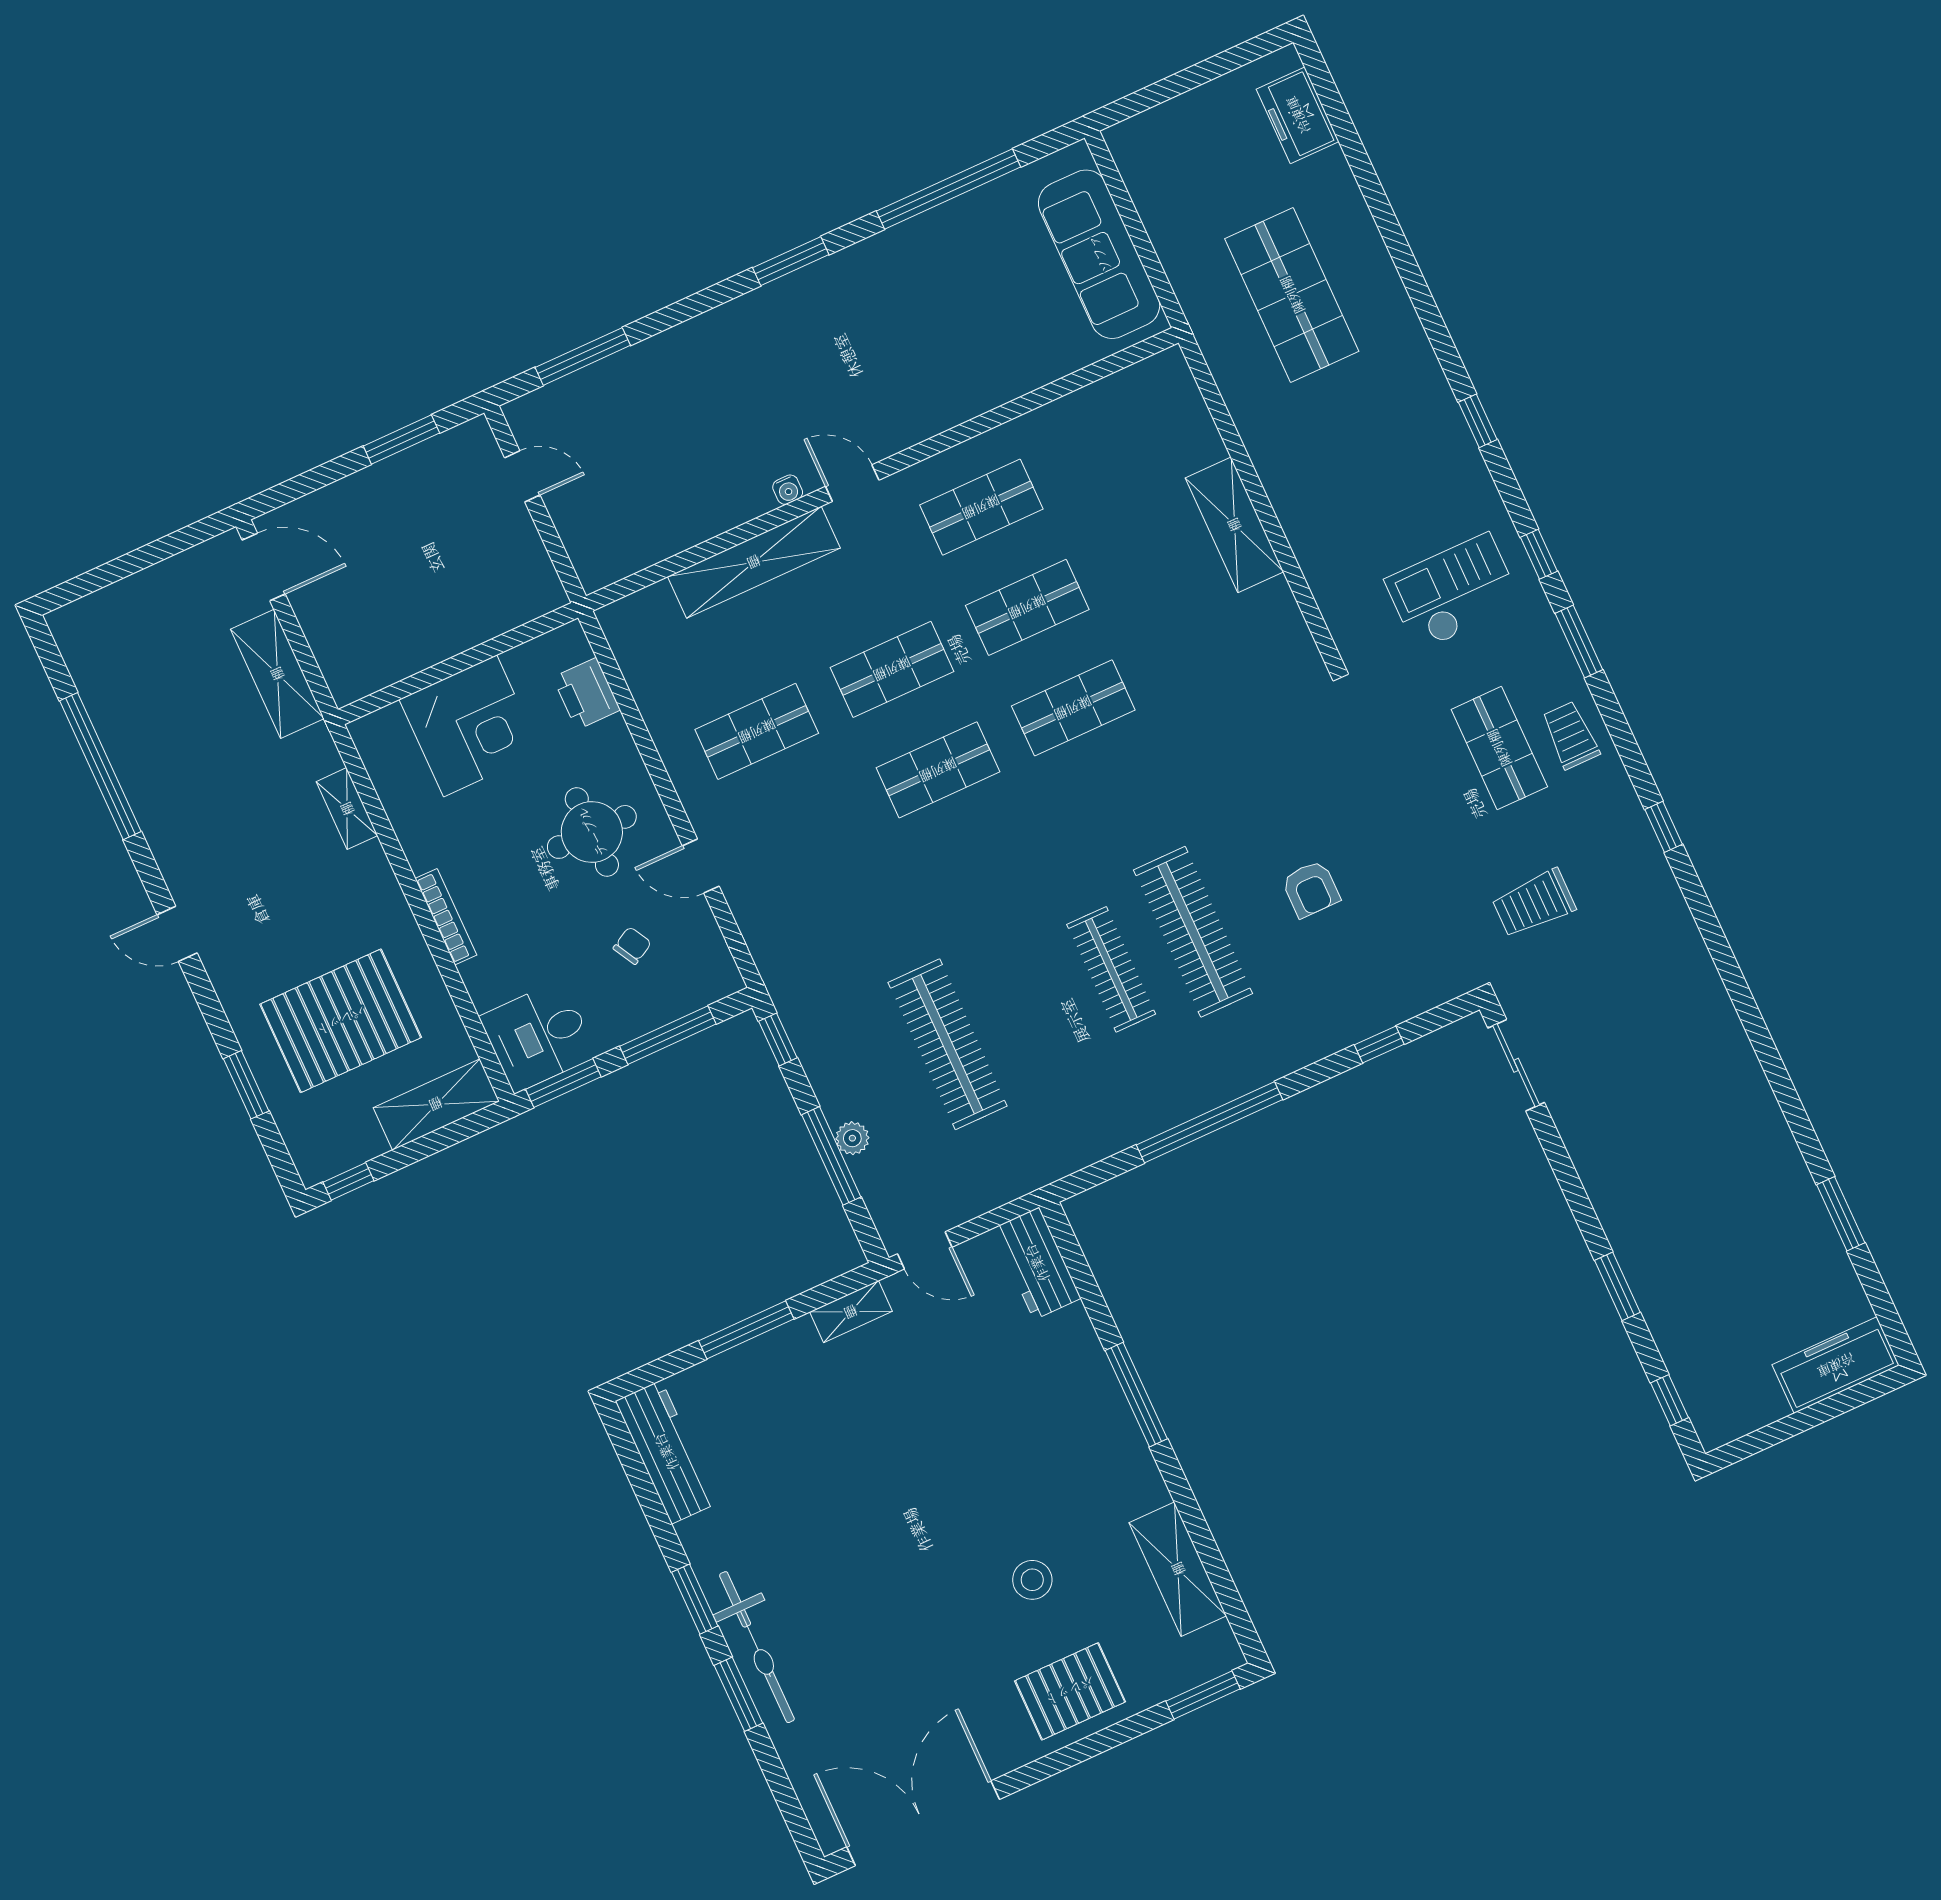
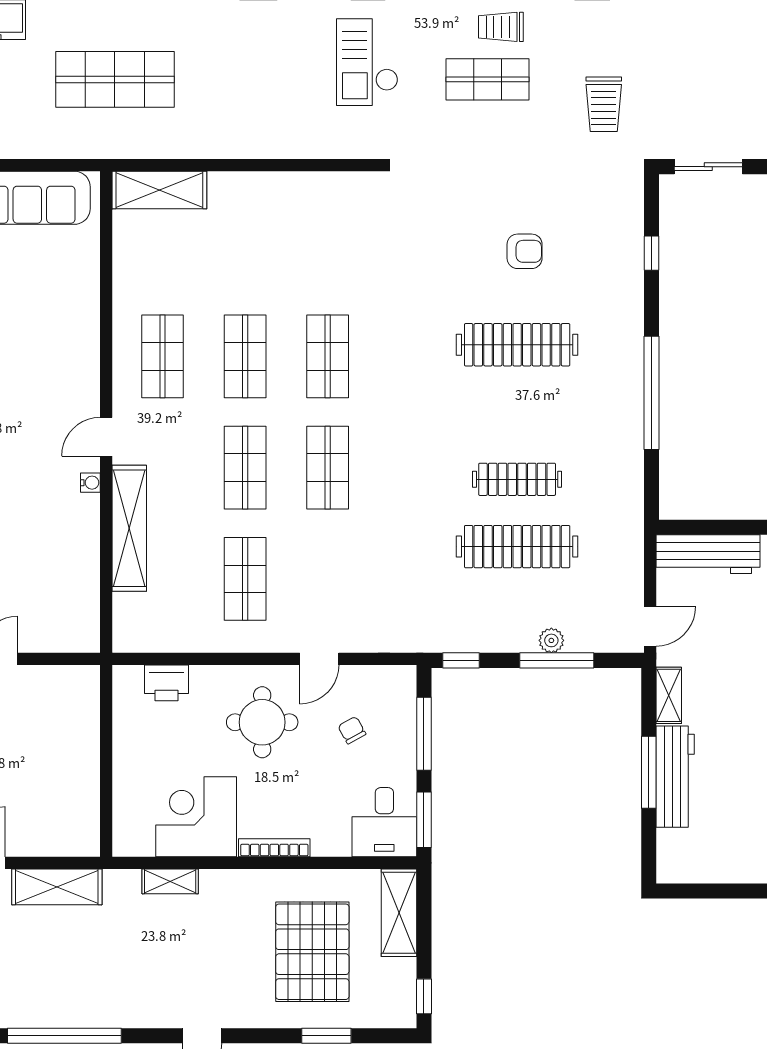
shelving: (1234, 525) -> (159, 190), moved
corner desk: (470, 726) -> (196, 817), moved, turned -90
clothes rail: (1111, 969) -> (517, 479), moved
workbench: (1037, 1263) -> (708, 554), width x1.38
workbench: (666, 1452) -> (675, 777), moved, turned 90

